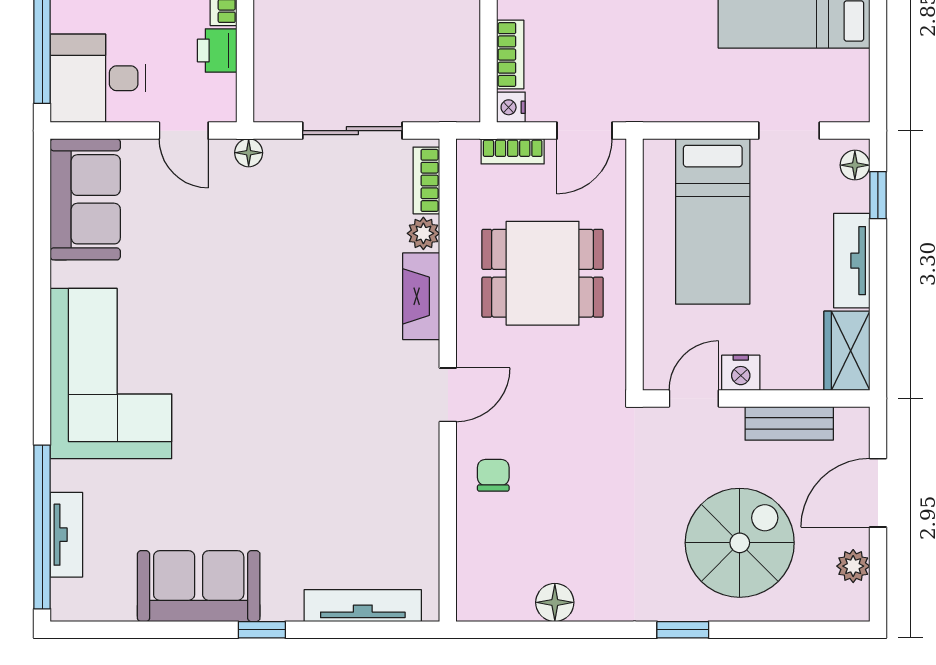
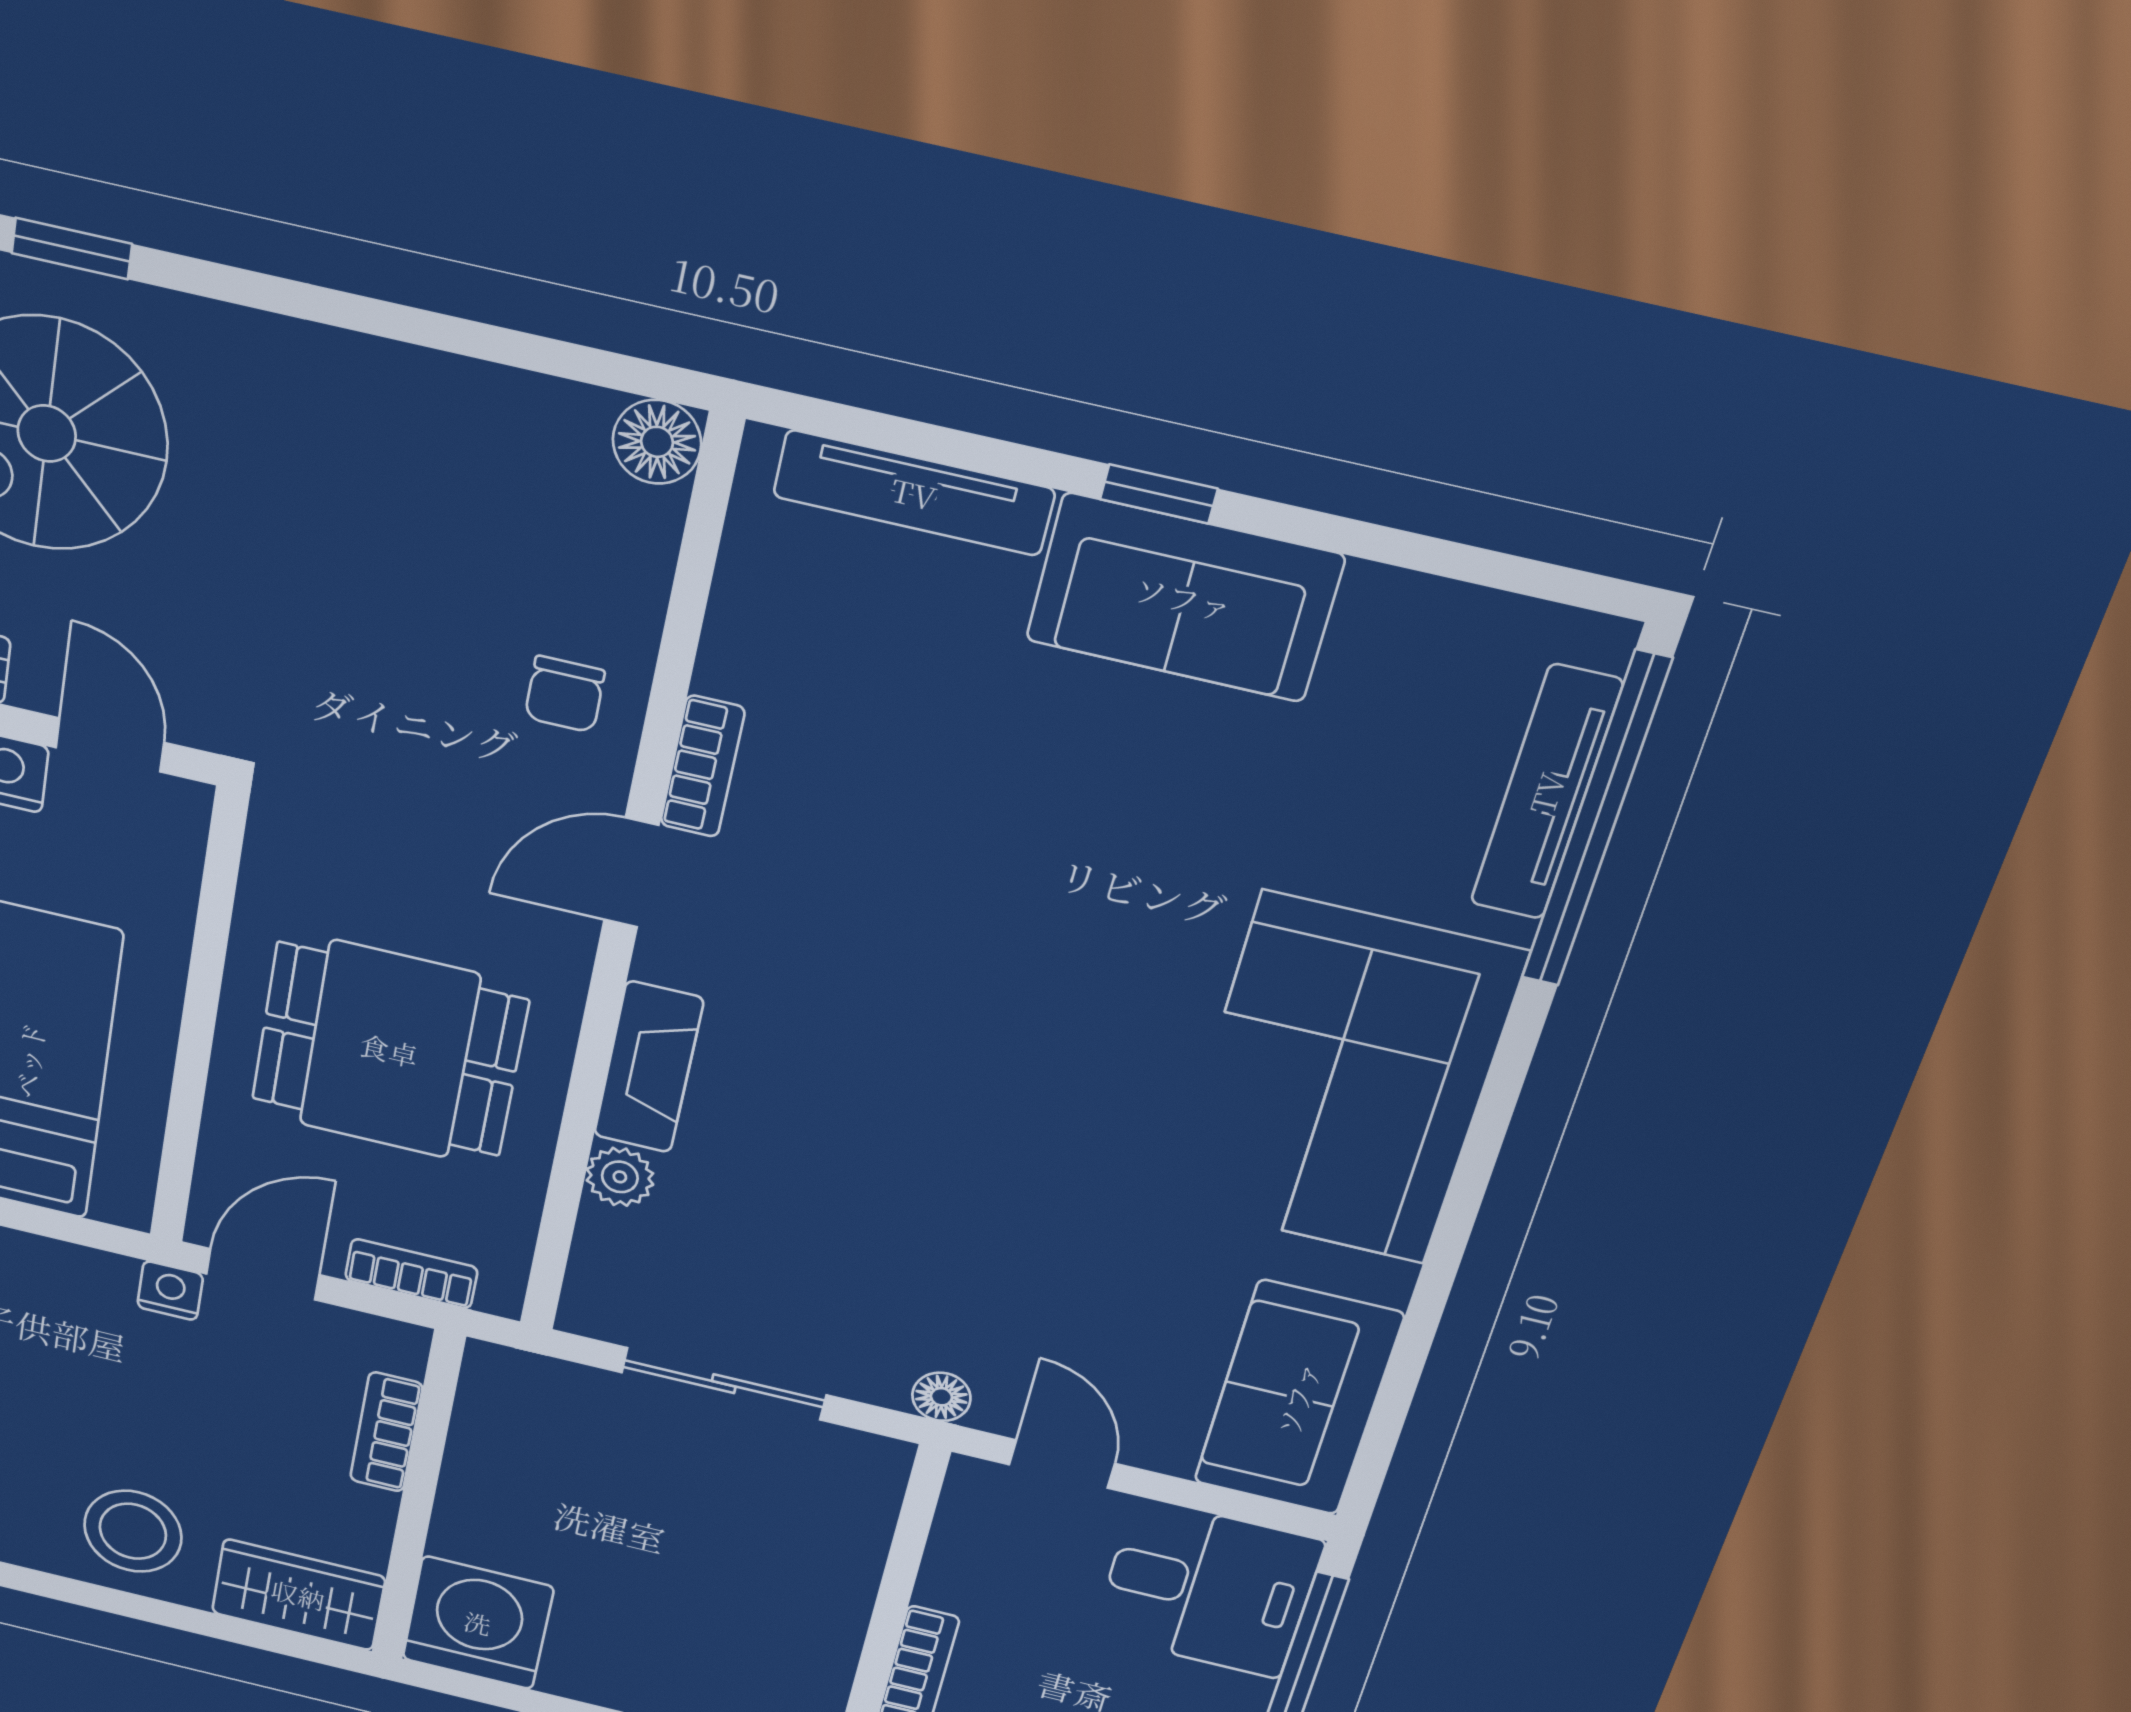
printer: (217, 51) -> (958, 1575), removed
nightstand: (511, 107) -> (170, 1291), moved, turned -90
bookcase: (426, 180) -> (702, 766), moved
door: (694, 398) -> (110, 745), swing flipped
tv unit: (66, 535) -> (1546, 793), width x1.41
sofa: (199, 586) -> (1184, 598), moved
floor lamp: (555, 602) -> (657, 442), moved
window: (683, 630) -> (72, 249), moved

